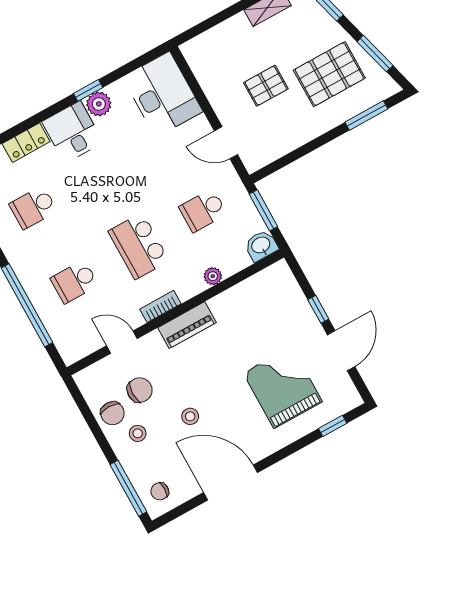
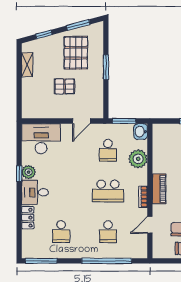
pallet: (266, 86) -> (64, 86), turned 90
window: (366, 116) -> (106, 67), moved
plant: (213, 276) -> (138, 159), width x1.87, depth x1.87

